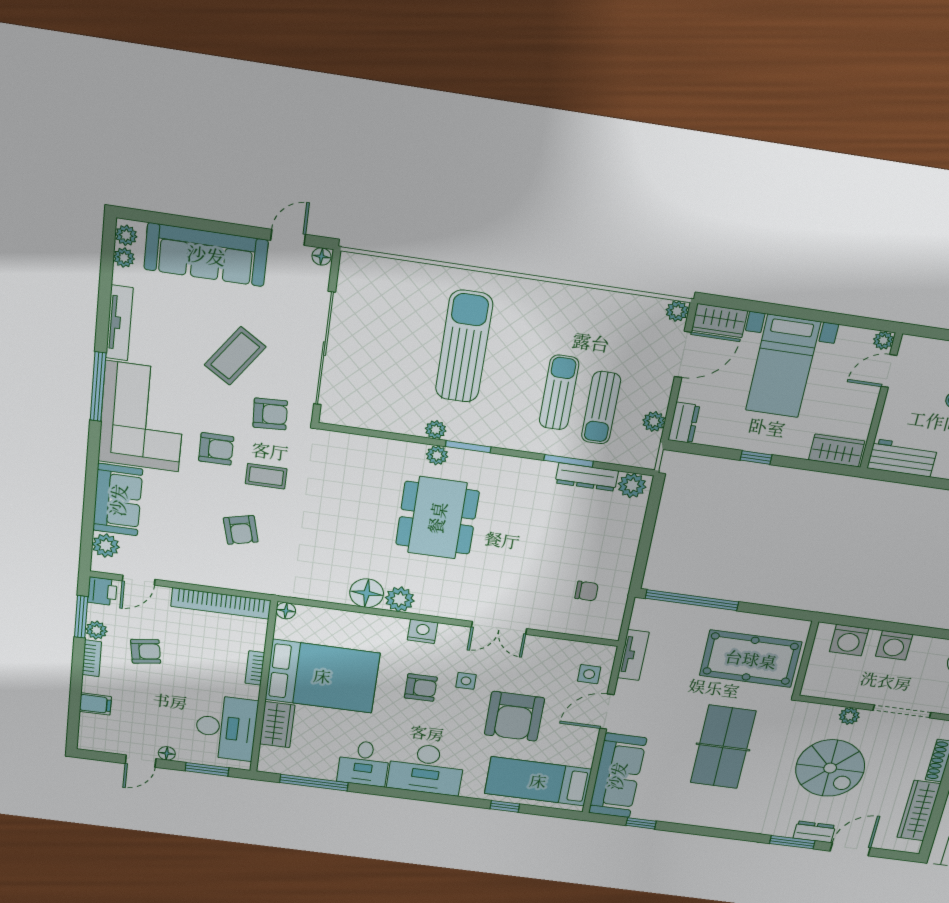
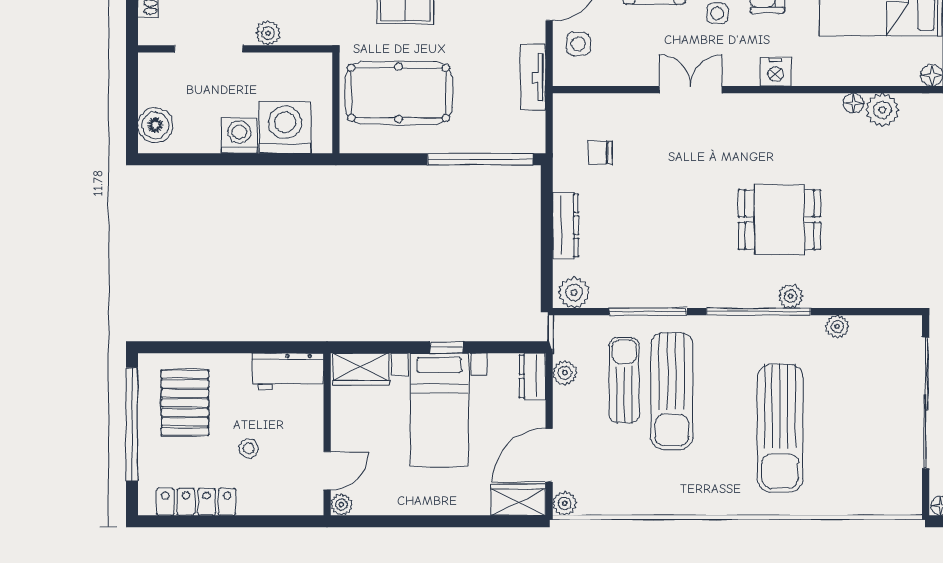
bed with nightstands: (783, 366) -> (439, 410), moved, turned 180
sun lounger: (559, 392) -> (672, 391), width x1.36, depth x1.34
plant: (436, 430) -> (837, 326), moved
window: (468, 447) -> (759, 312), width x2.11
window: (569, 461) -> (648, 312), width x1.44
dresser: (587, 477) -> (565, 225), moved, turned 90
dining table: (437, 518) -> (779, 220), width x0.73
floor lamp: (367, 593) -> (853, 103), width x0.53, depth x0.53
plant: (400, 599) -> (882, 110), moved
washing machine: (849, 640) -> (285, 128), width x1.37, depth x1.37

